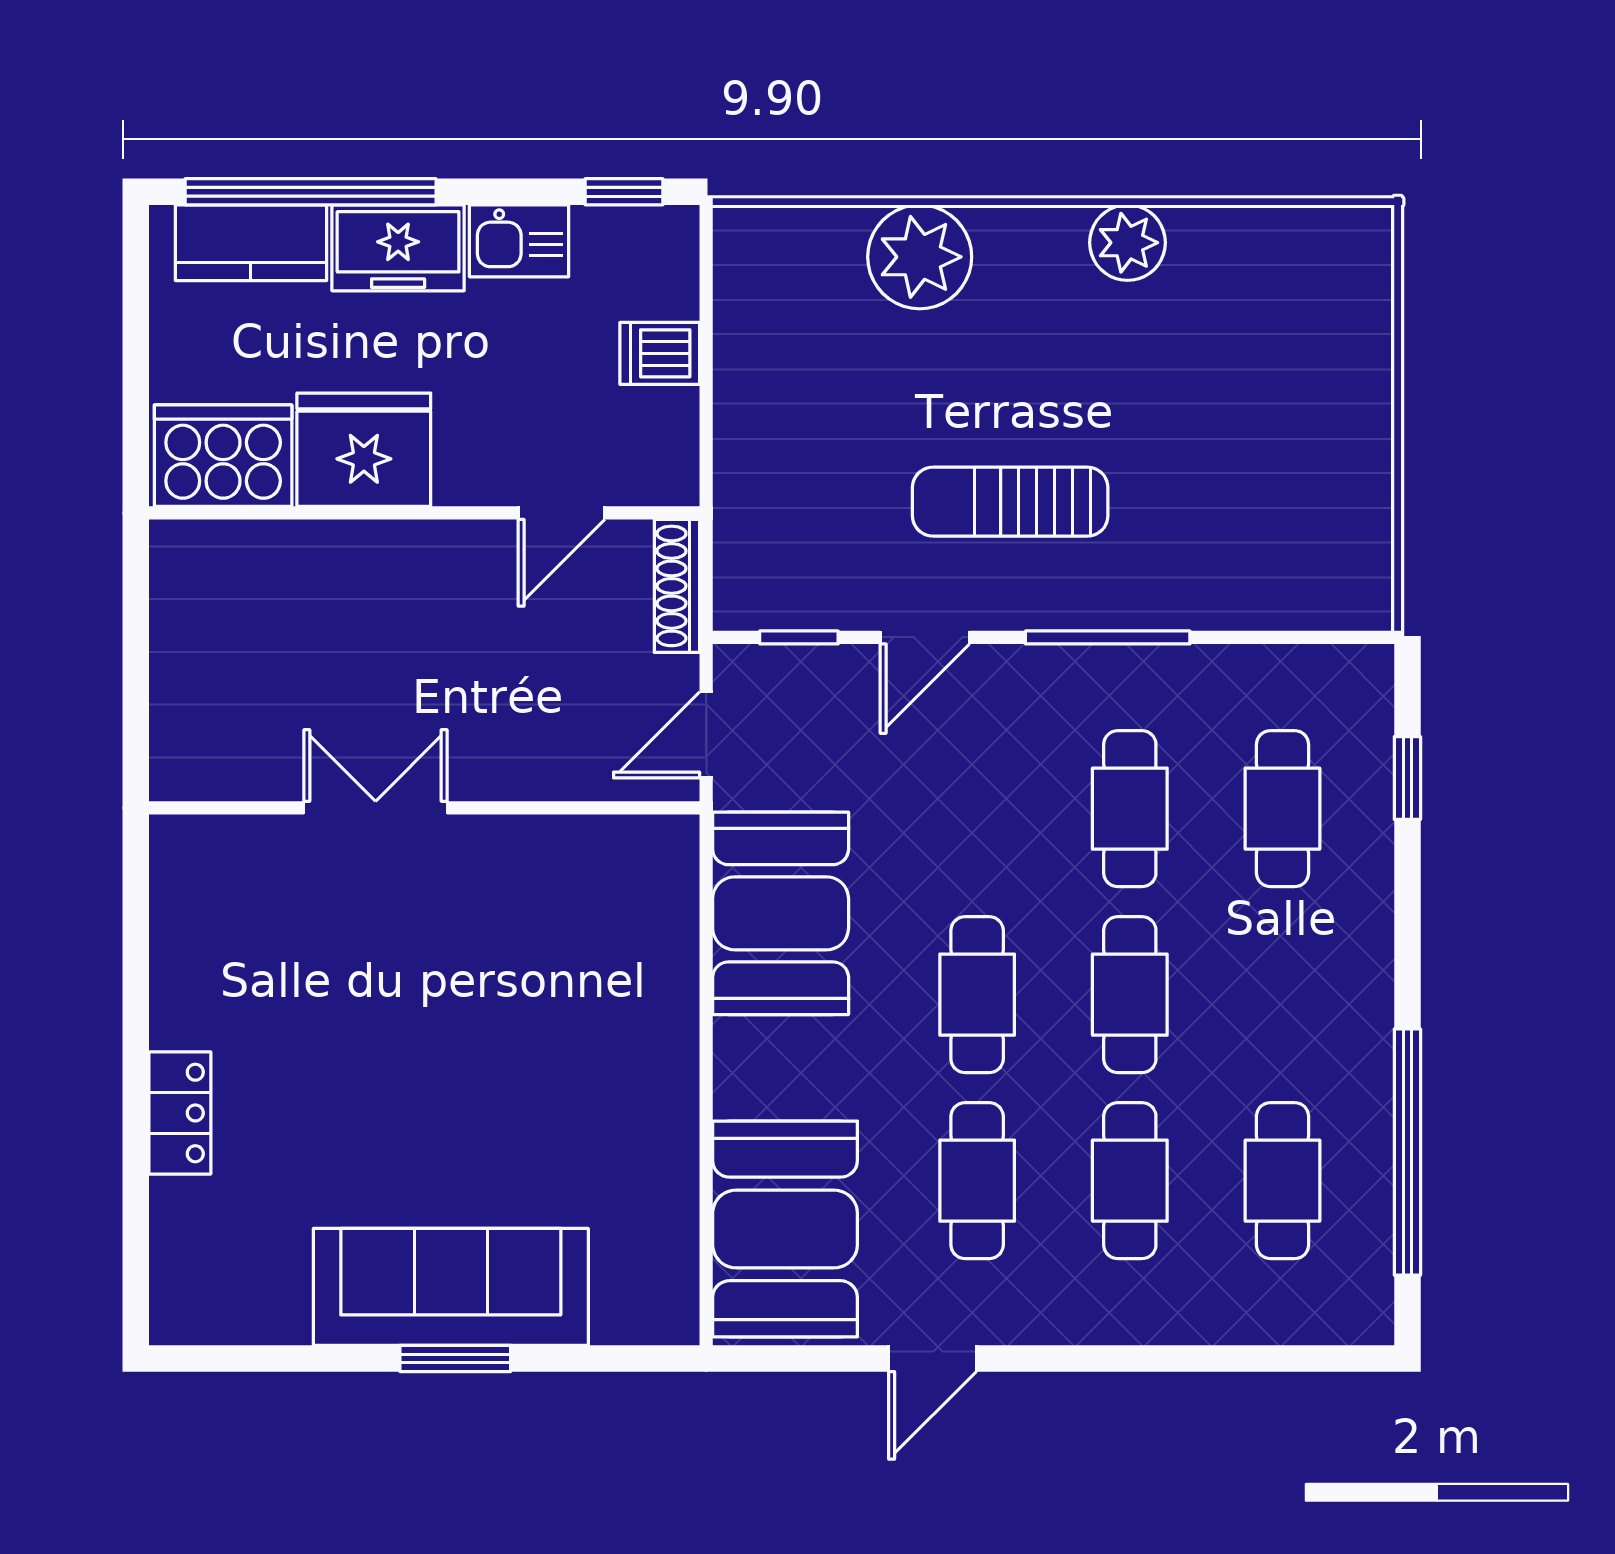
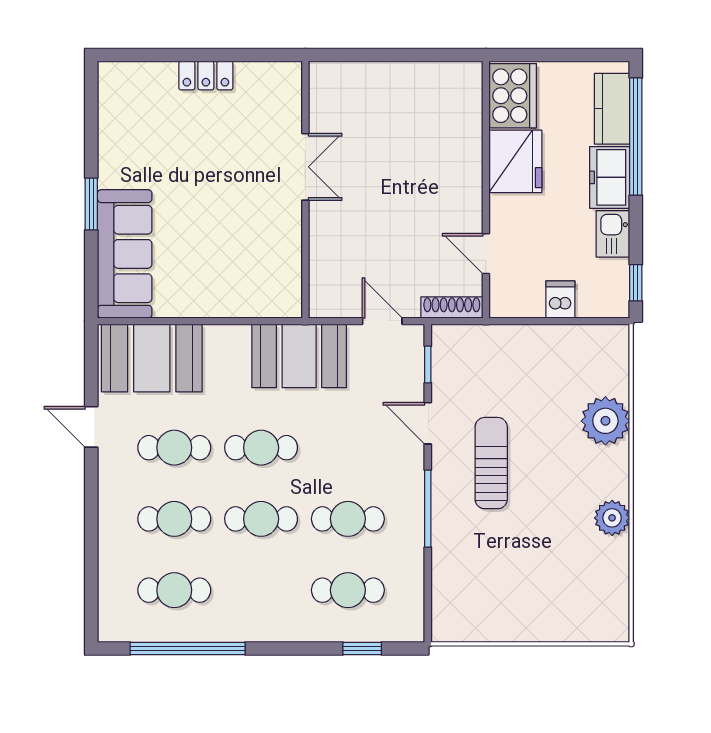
double door: (376, 808) -> (305, 167), moved
wall: (424, 808) -> (305, 190), moved
sofa: (451, 1287) -> (125, 254), moved

